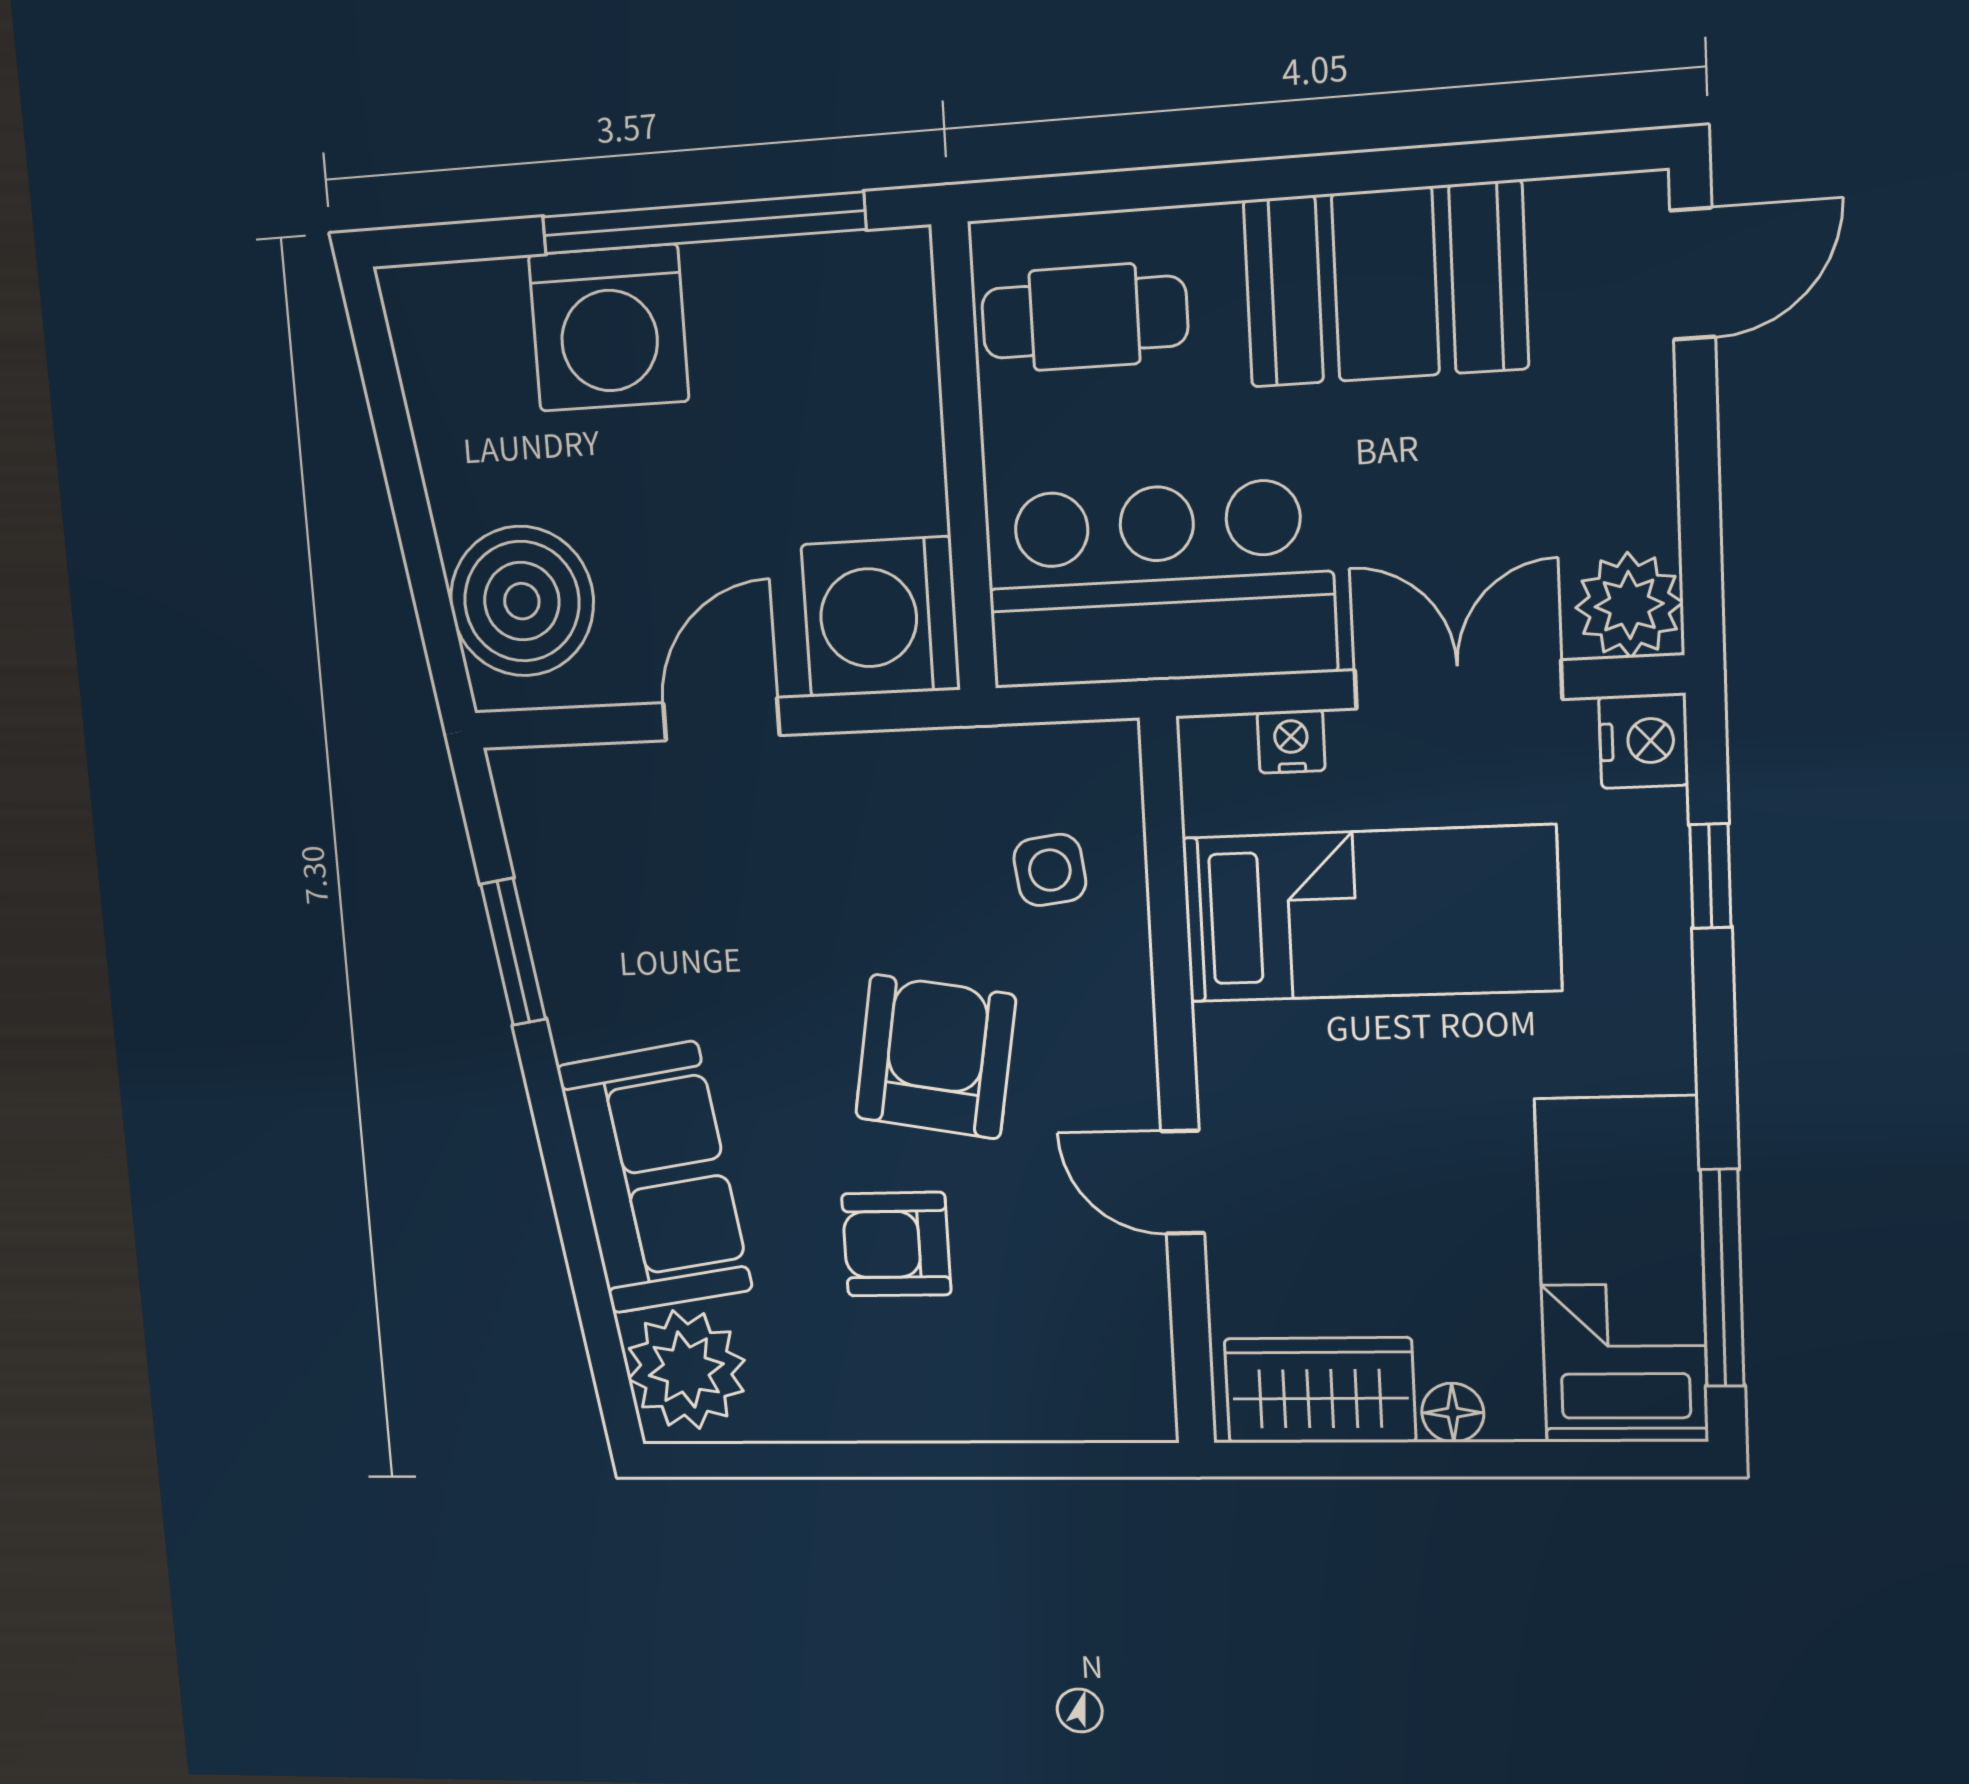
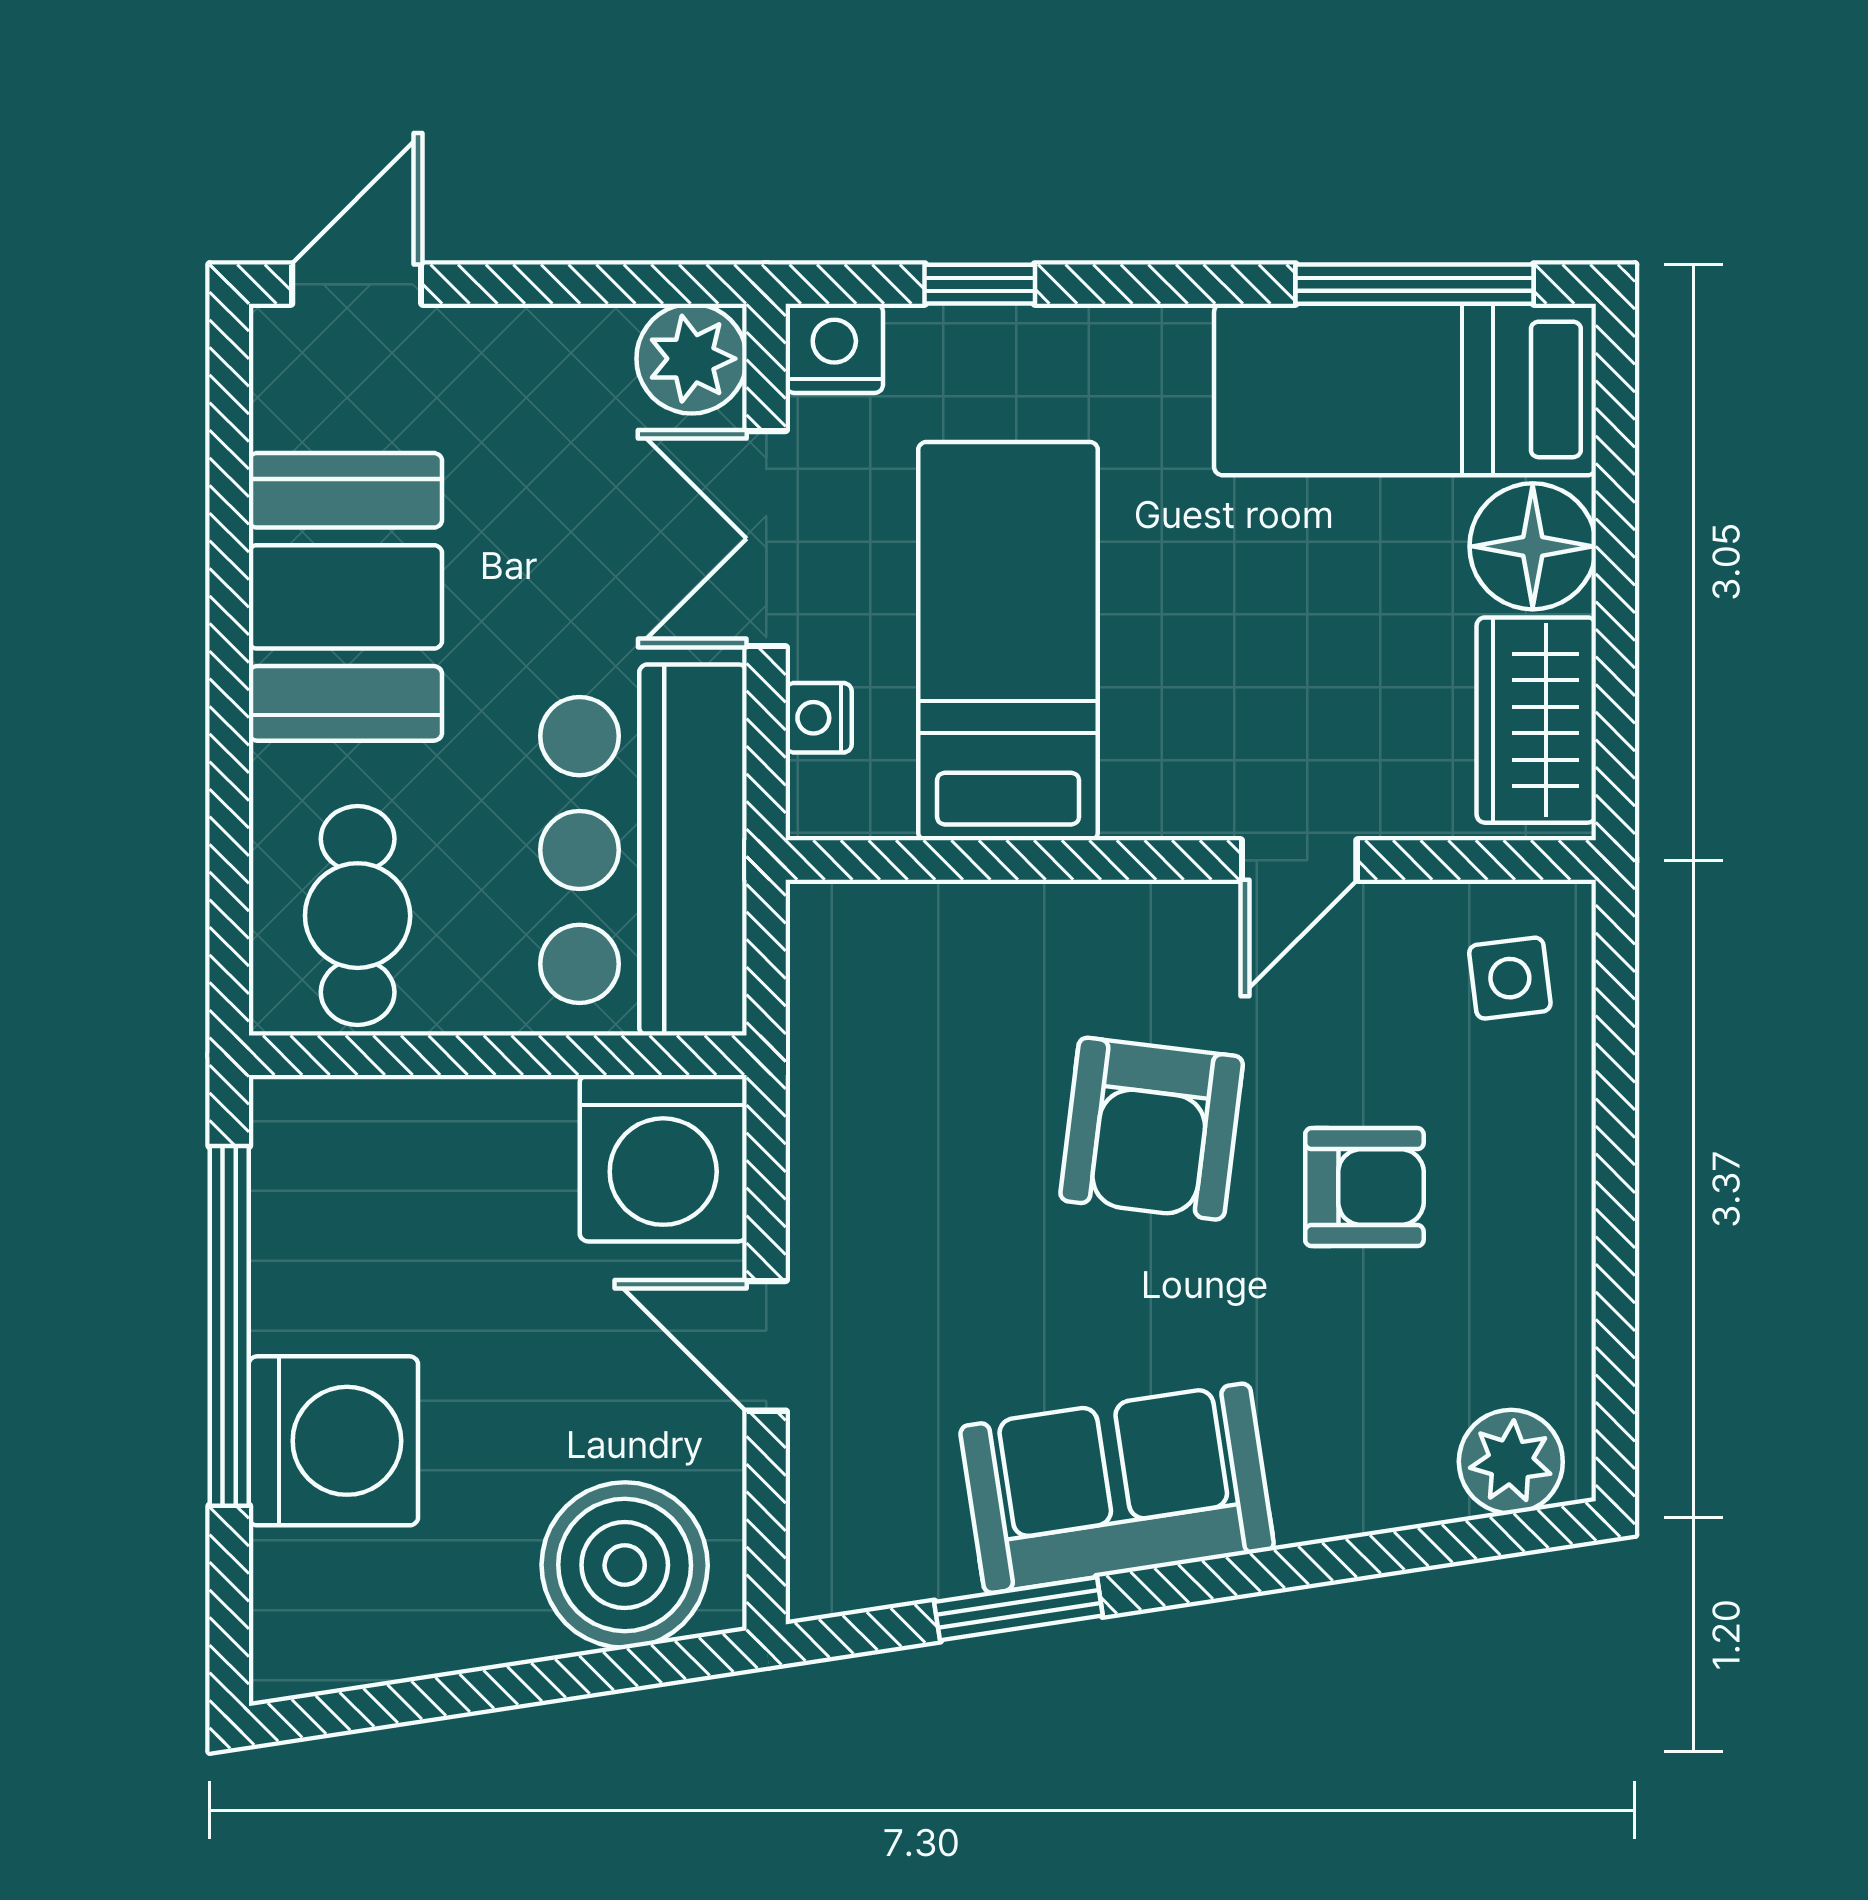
door: (1693, 274) -> (357, 284), hinge flipped
side table: (1050, 870) -> (1510, 978), moved
armchair: (935, 1057) -> (1152, 1129), turned -93
sofa: (655, 1178) -> (1117, 1488), moved
armchair: (896, 1244) -> (1364, 1187), turned -90
plant: (686, 1370) -> (1511, 1462), width x0.73, depth x0.73
floor lamp: (1453, 1413) -> (1533, 546), width x1.89, depth x1.89

